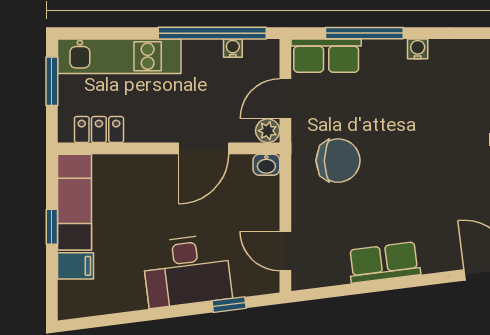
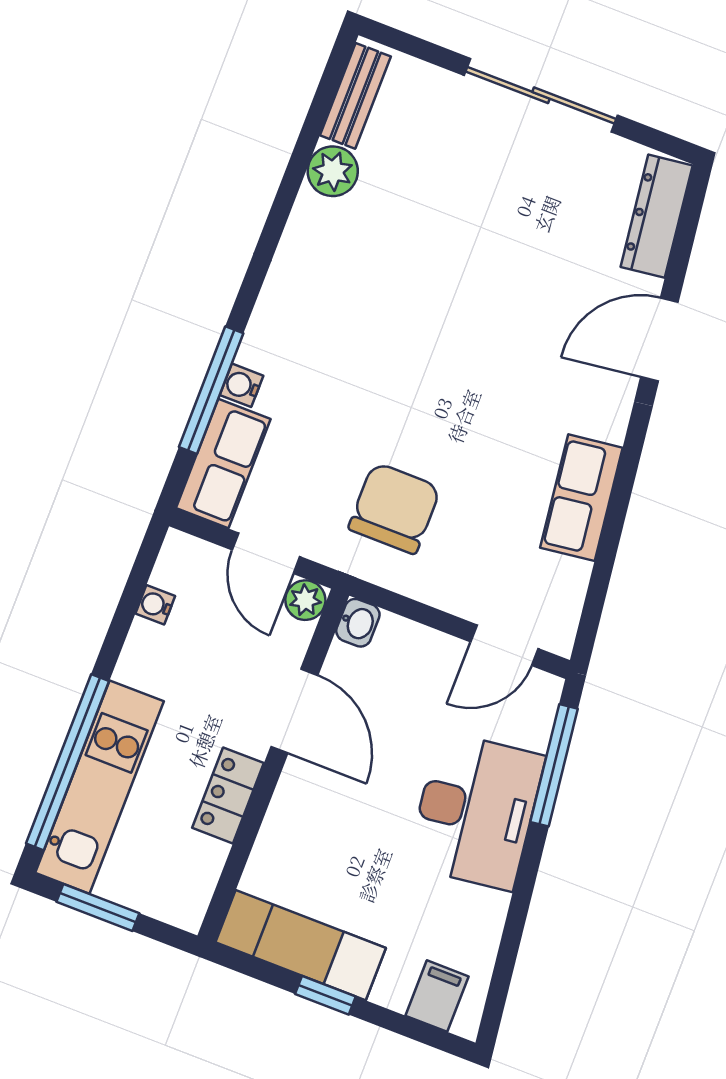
window: (212, 33) -> (68, 762), moved
water cooler: (418, 49) -> (241, 385), moved
locker: (99, 130) -> (228, 795), moved
filing cabinet: (75, 266) -> (437, 996), moved
window: (229, 305) -> (554, 765), width x2.17

